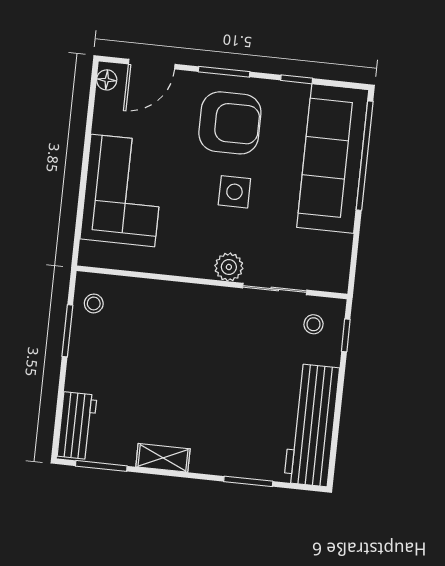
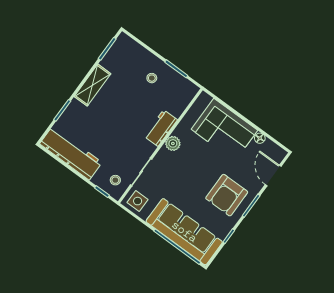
floor lamp: (107, 80) -> (260, 138), moved
side table: (234, 192) -> (138, 201), moved
plant: (229, 267) -> (173, 143), moved
stool: (94, 303) -> (152, 78), moved
workbench: (77, 426) -> (161, 128), moved, turned 90
shelving: (163, 458) -> (92, 85), width x1.50, depth x1.33

